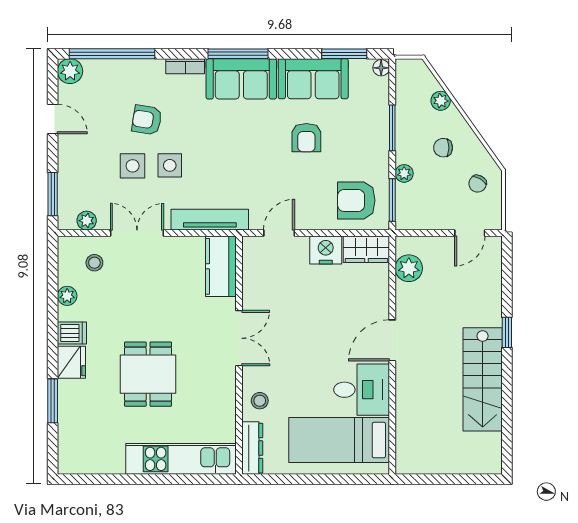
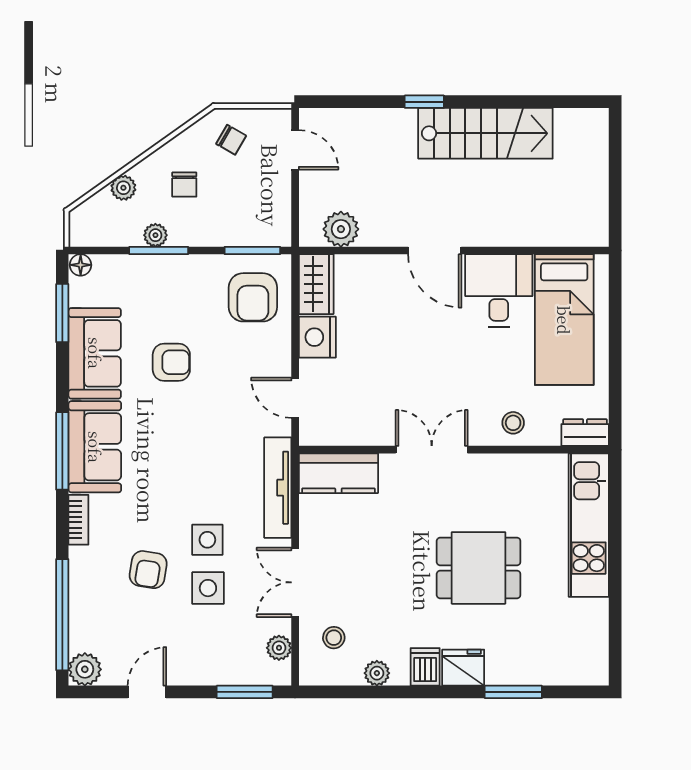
plant: (404, 173) -> (155, 235), moved
dresser: (252, 448) -> (585, 433), width x0.70

